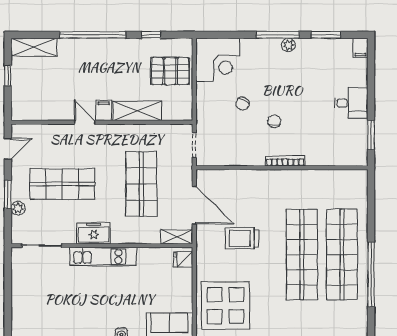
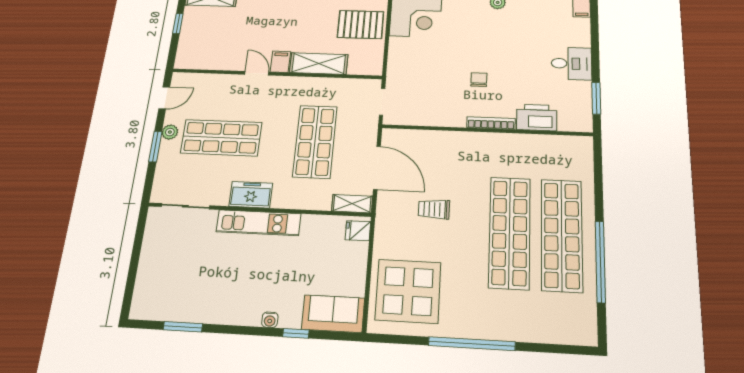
chair: (242, 104) -> (442, 60), removed
printer: (322, 154) -> (537, 118), added
plant: (18, 208) -> (170, 132), moved
trolley: (242, 238) -> (434, 209), width x0.73, depth x0.72

